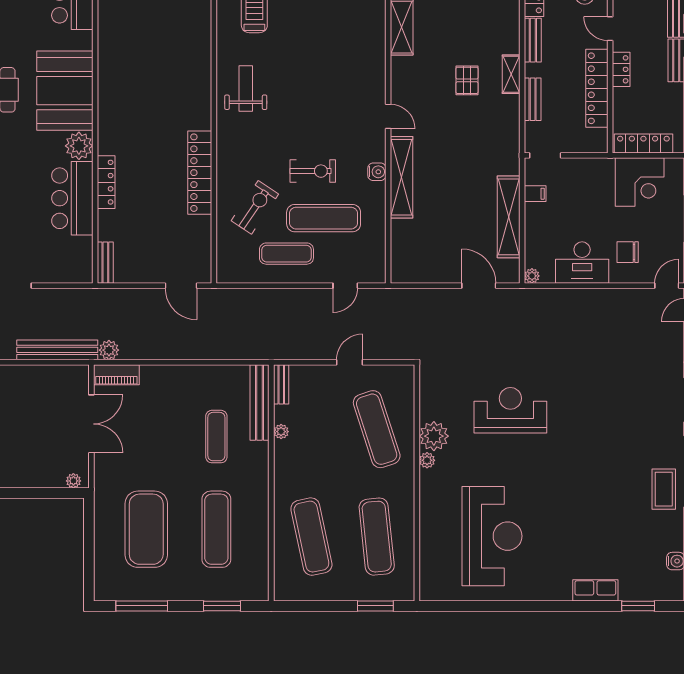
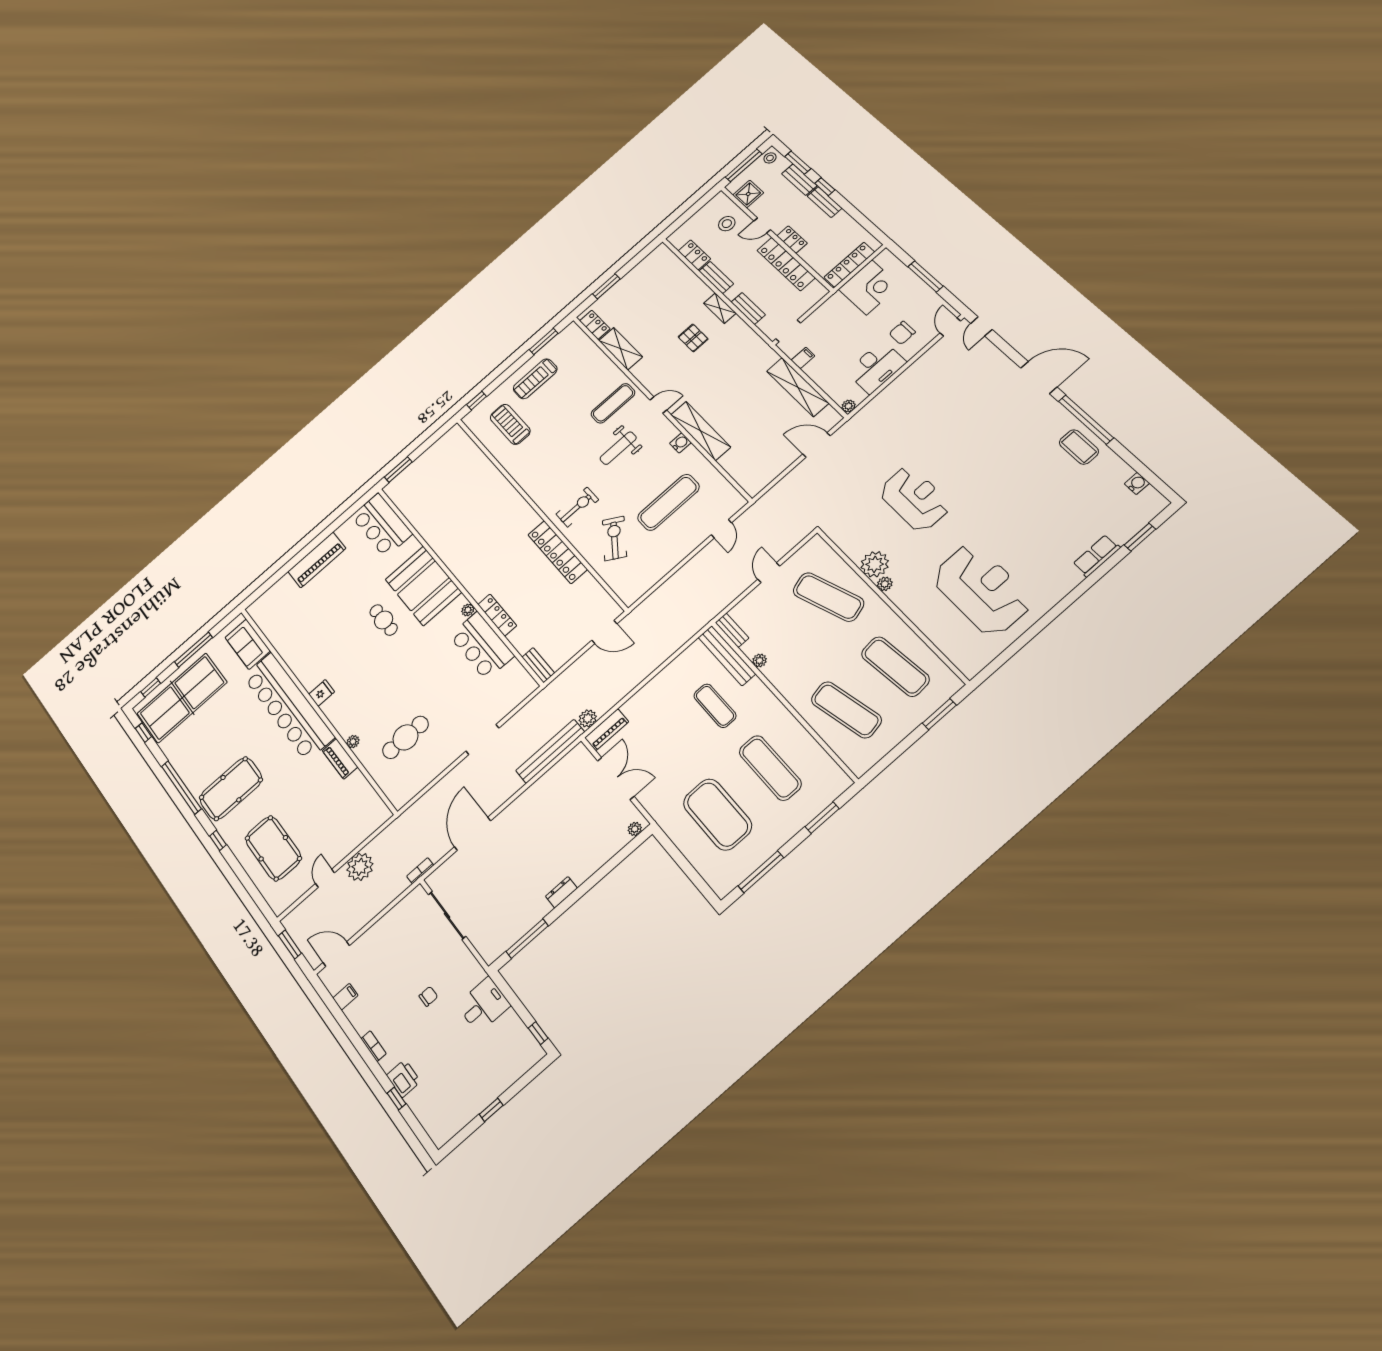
weight bench: (246, 88) -> (618, 448), moved, turned -90
plant: (79, 146) -> (468, 610), width x0.53, depth x0.53
exercise bike: (313, 171) -> (577, 507), moved
exercise mat: (286, 254) -> (613, 403), moved
reception desk: (510, 410) -> (915, 499), turned 90

